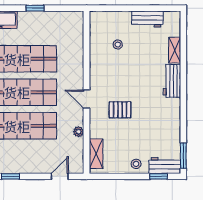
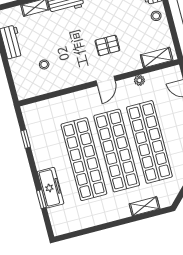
window: (35, 8) -> (26, 139), moved
pallet: (120, 110) -> (107, 45), turned 90

